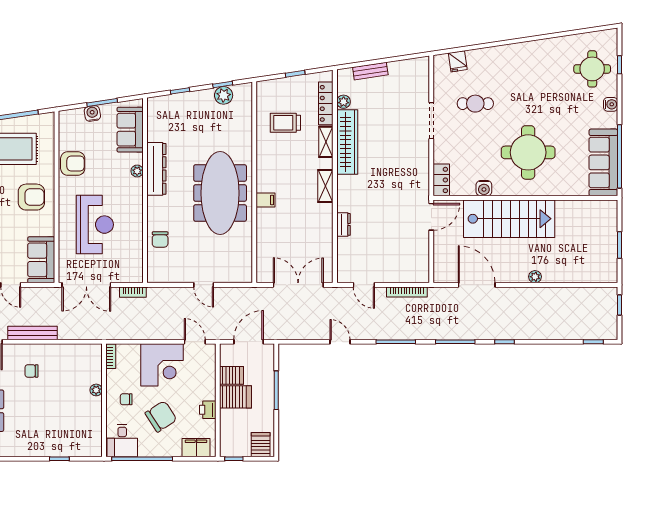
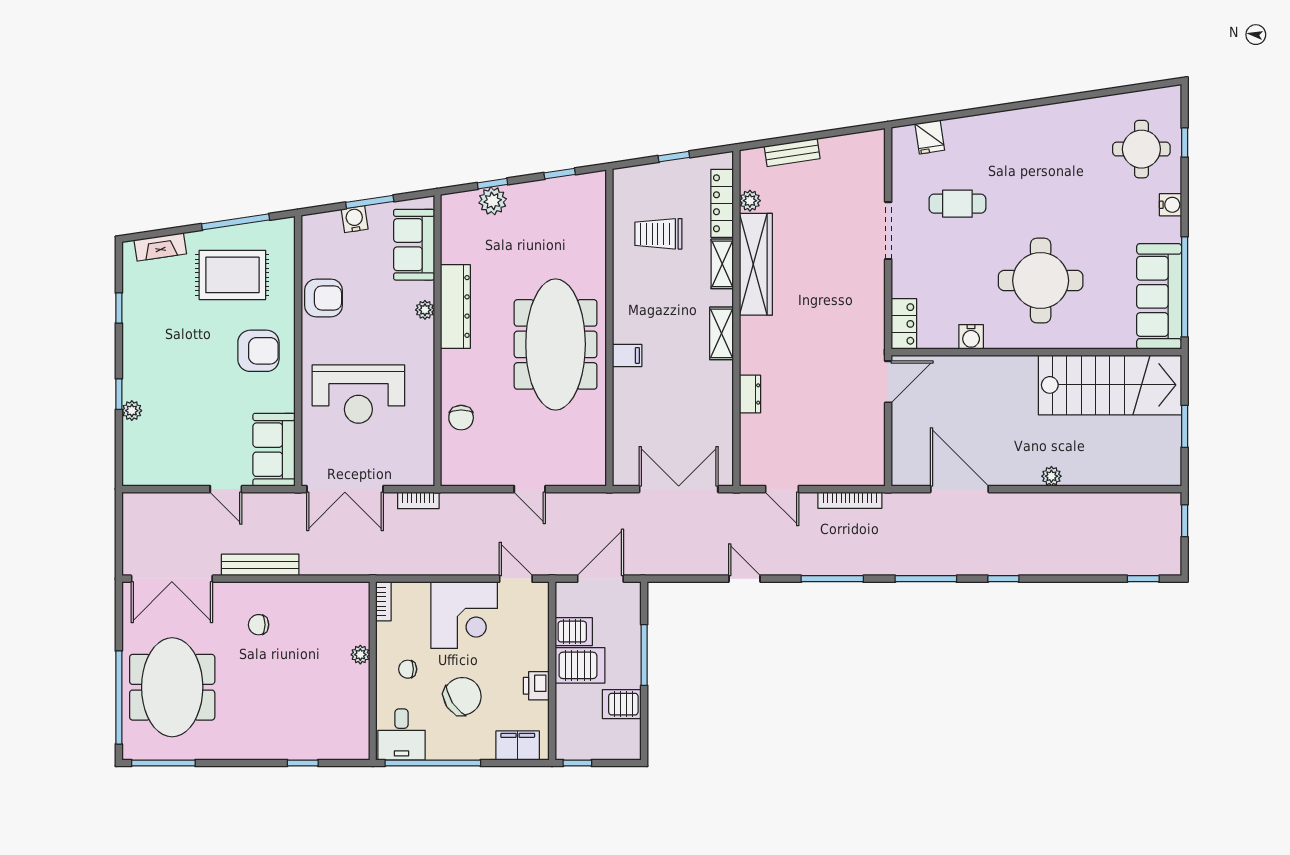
plant: (224, 95) -> (493, 201), moved
stairs: (509, 219) -> (1110, 385), moved
reception desk: (95, 225) -> (358, 394), turned 90
server rack: (261, 445) -> (622, 704), moved, turned -90

